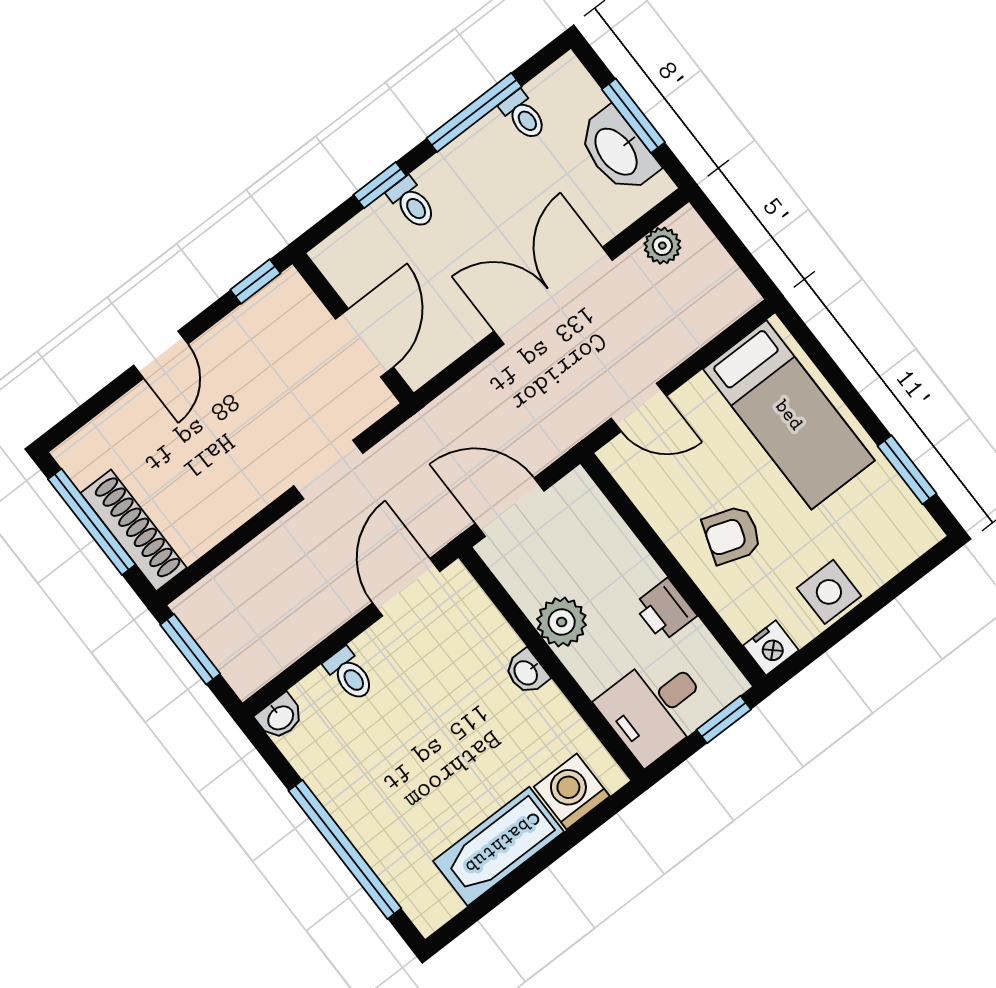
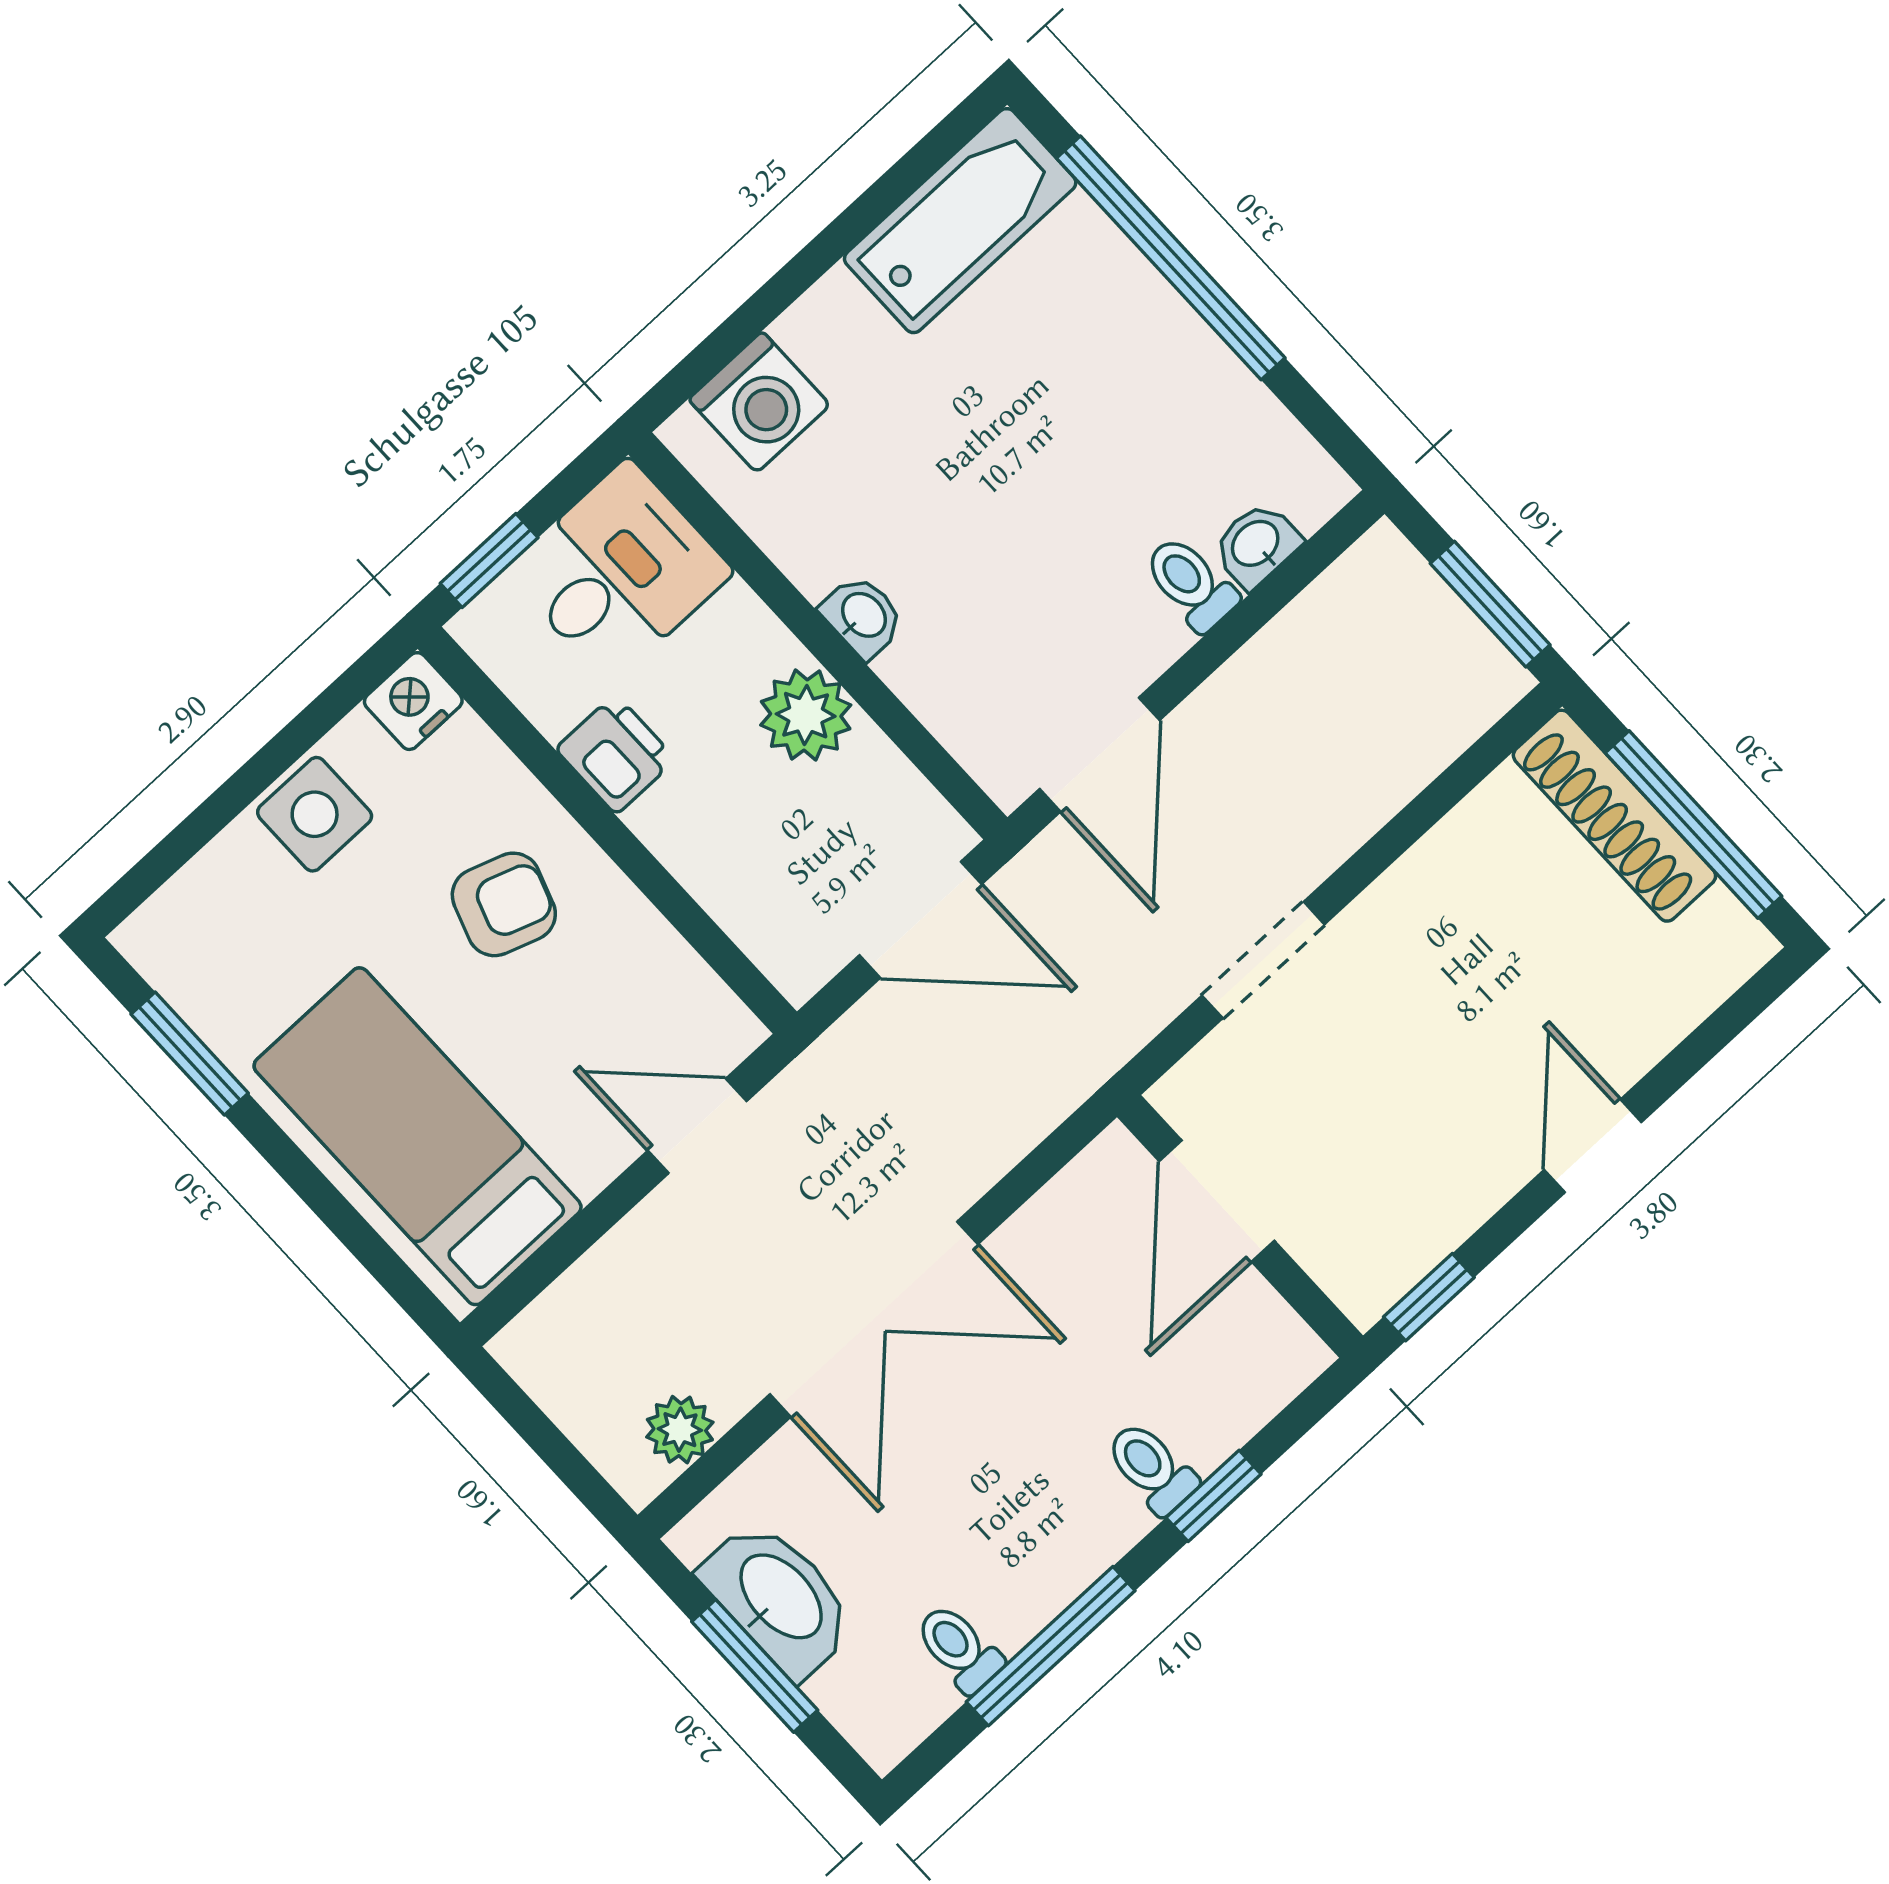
washbasin: (280, 717) -> (1256, 545), moved
bathtub: (498, 846) -> (960, 221), moved

